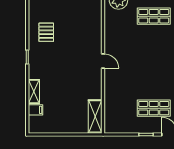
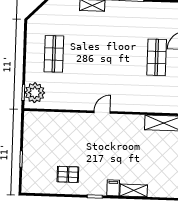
filing cabinet: (36, 110) -> (113, 188), moved

